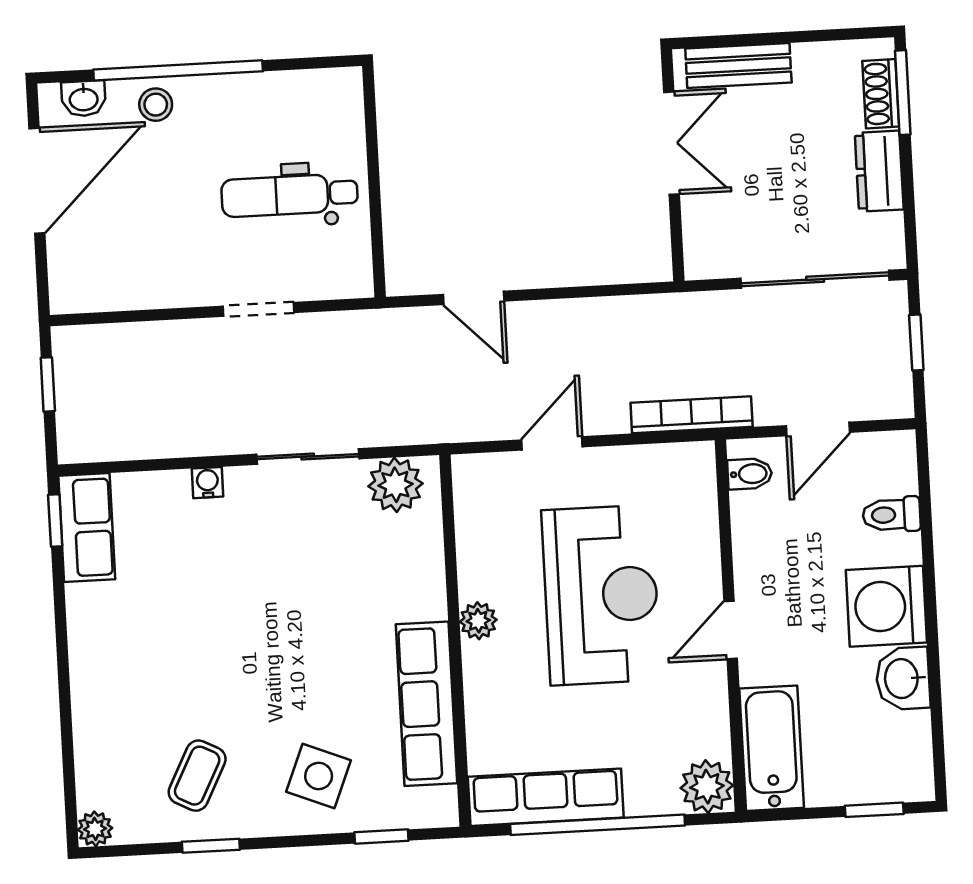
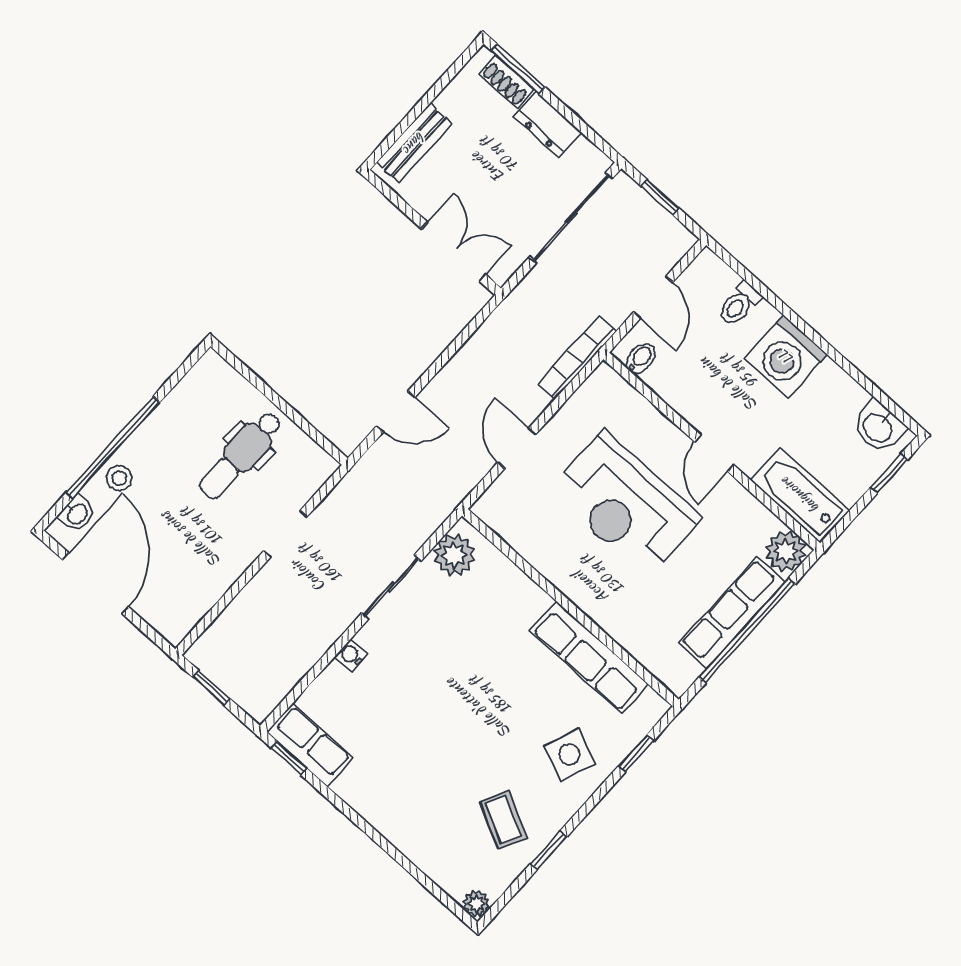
double door: (671, 143) -> (454, 252), moved
reception desk: (601, 595) -> (625, 504), turned 180
plant: (478, 621) -> (572, 584), removed
washbasin: (903, 678) -> (878, 427), moved
row of seats: (546, 797) -> (732, 613), moved

